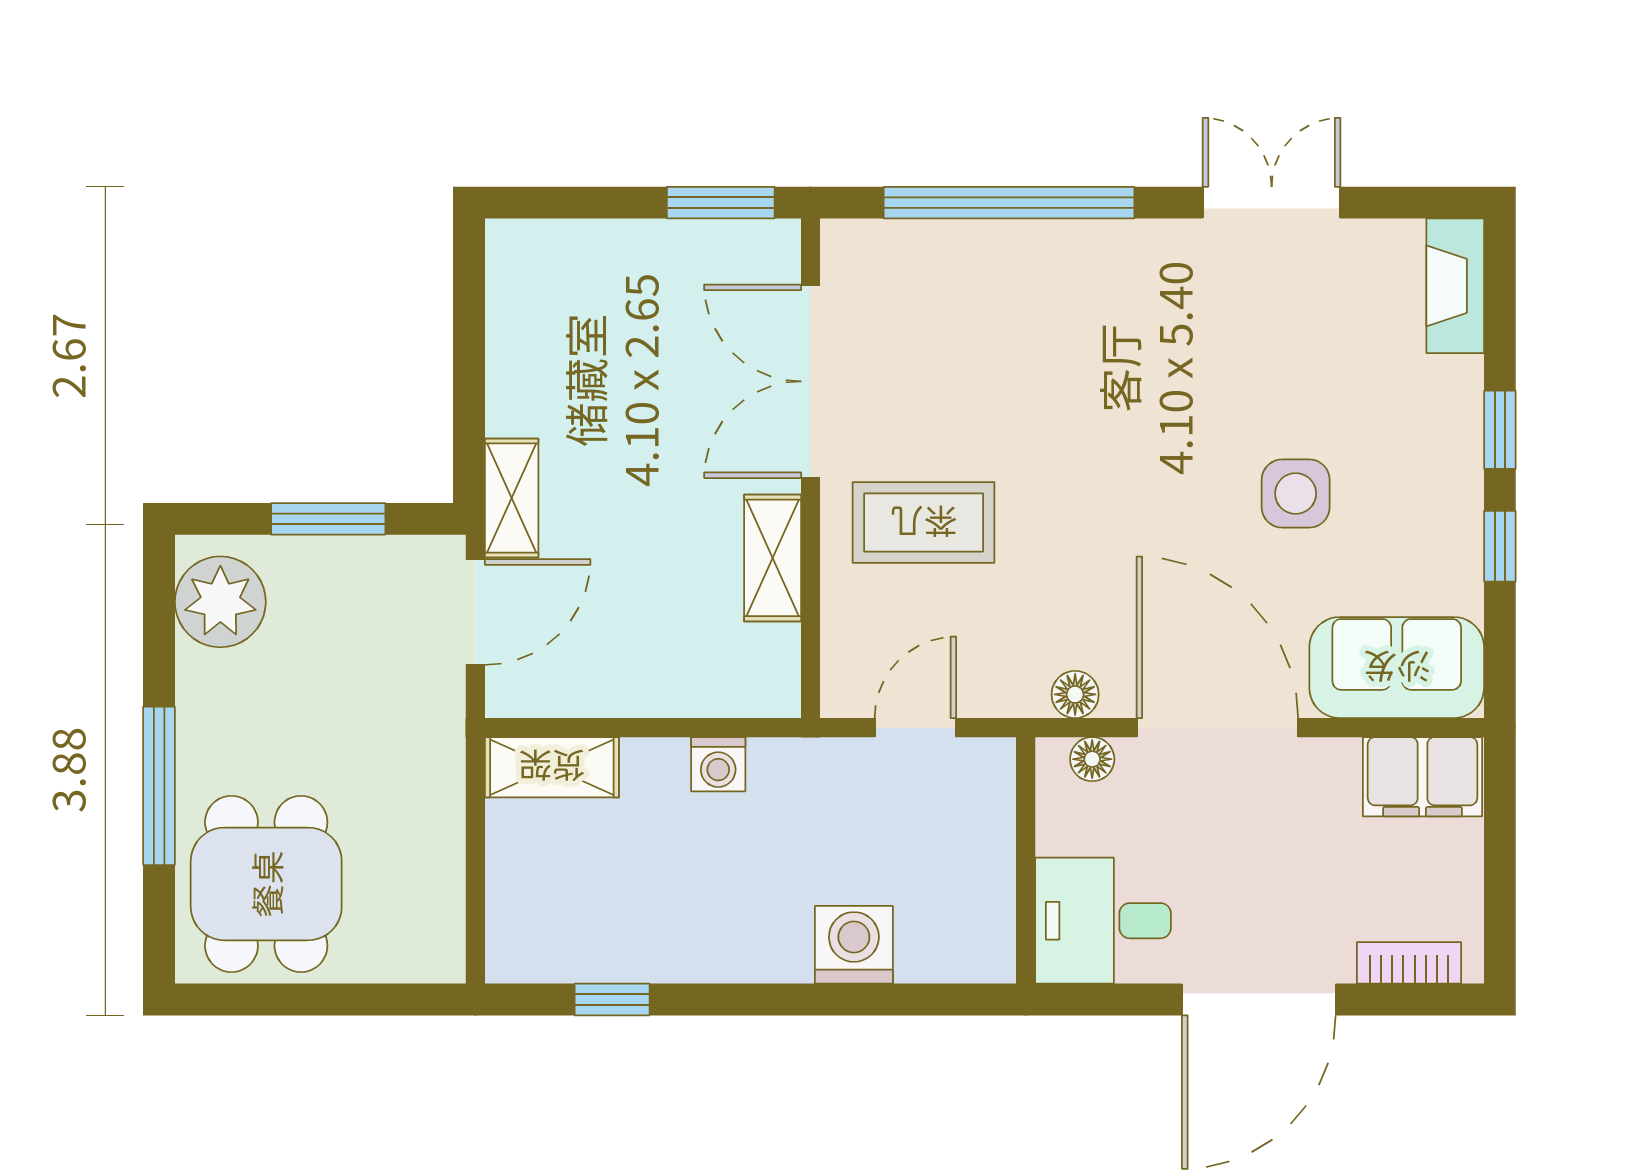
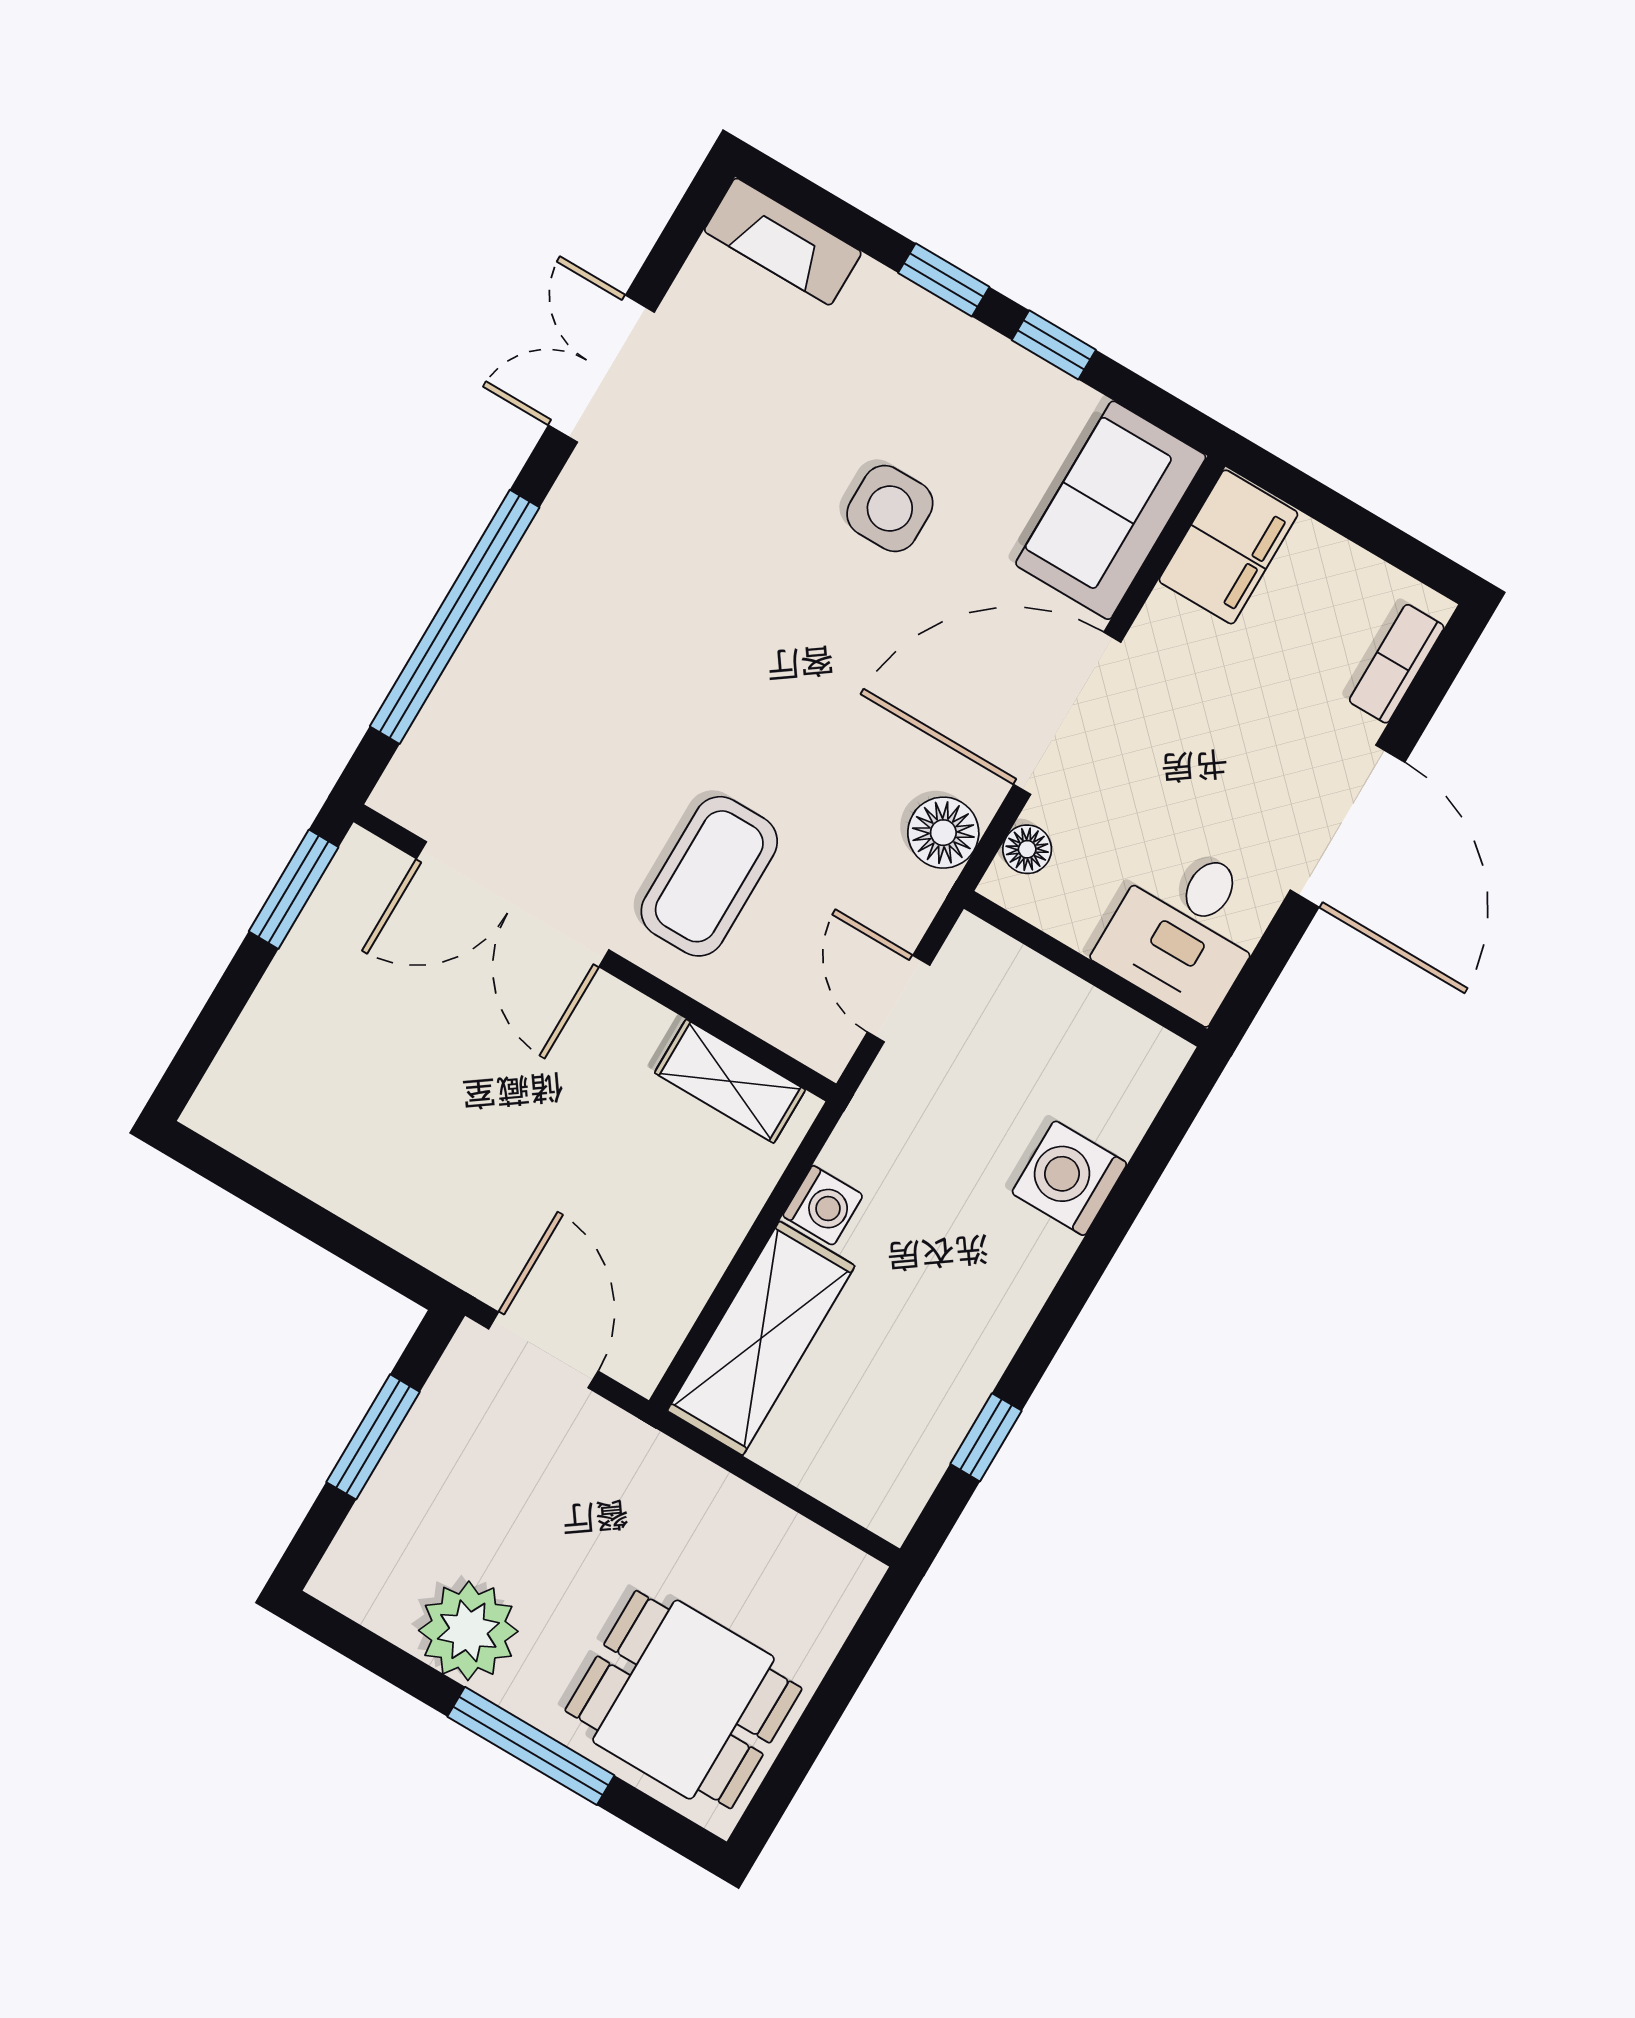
shelving: (512, 498) -> (456, 1252), removed
shelving: (773, 558) -> (730, 1081), moved
plant: (220, 602) -> (468, 1631), moved
floor lamp: (1075, 694) -> (943, 833), width x1.37, depth x1.37
shelving: (552, 767) -> (761, 1338), width x1.50, depth x1.33

